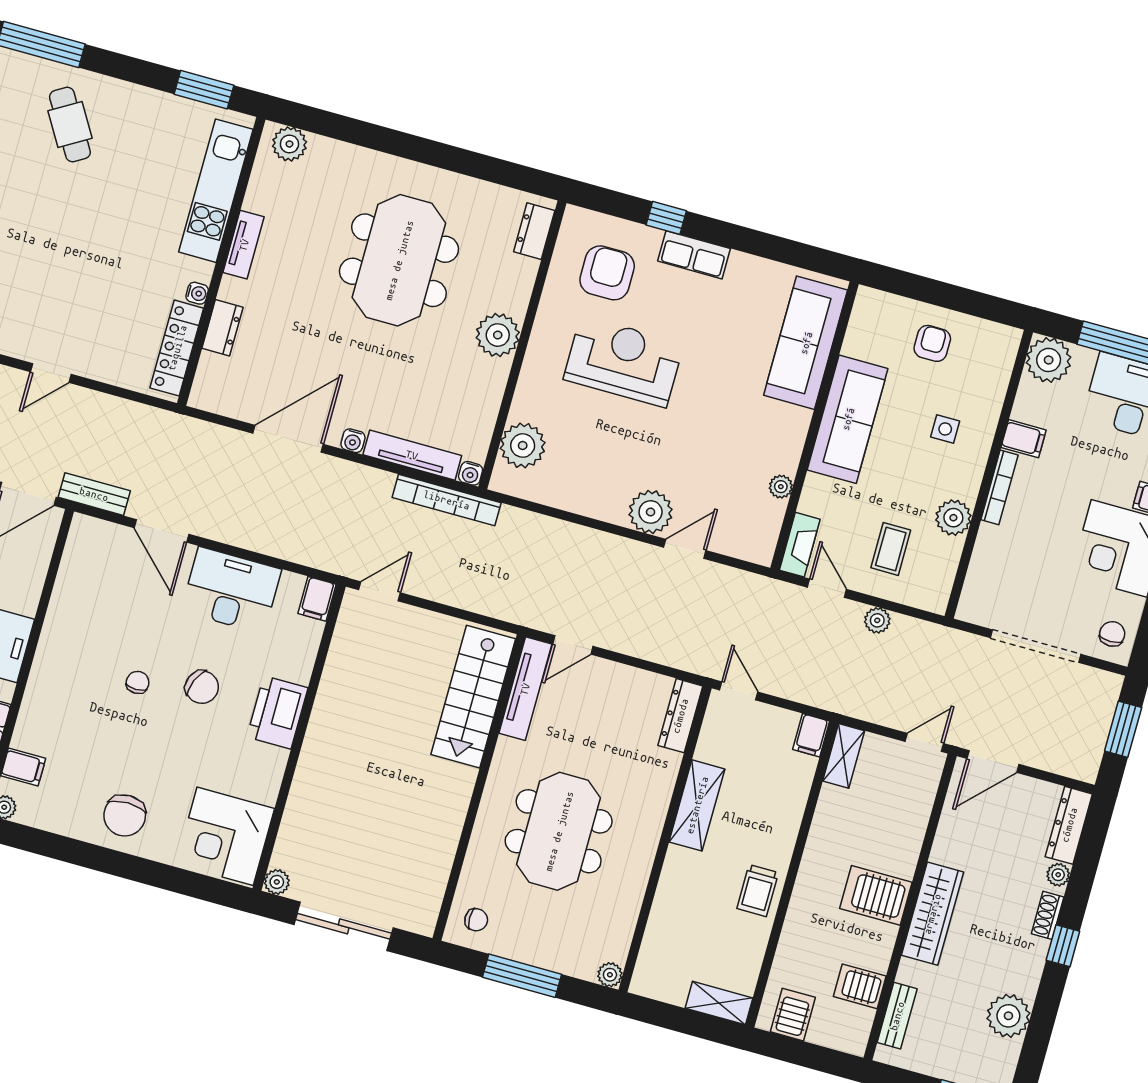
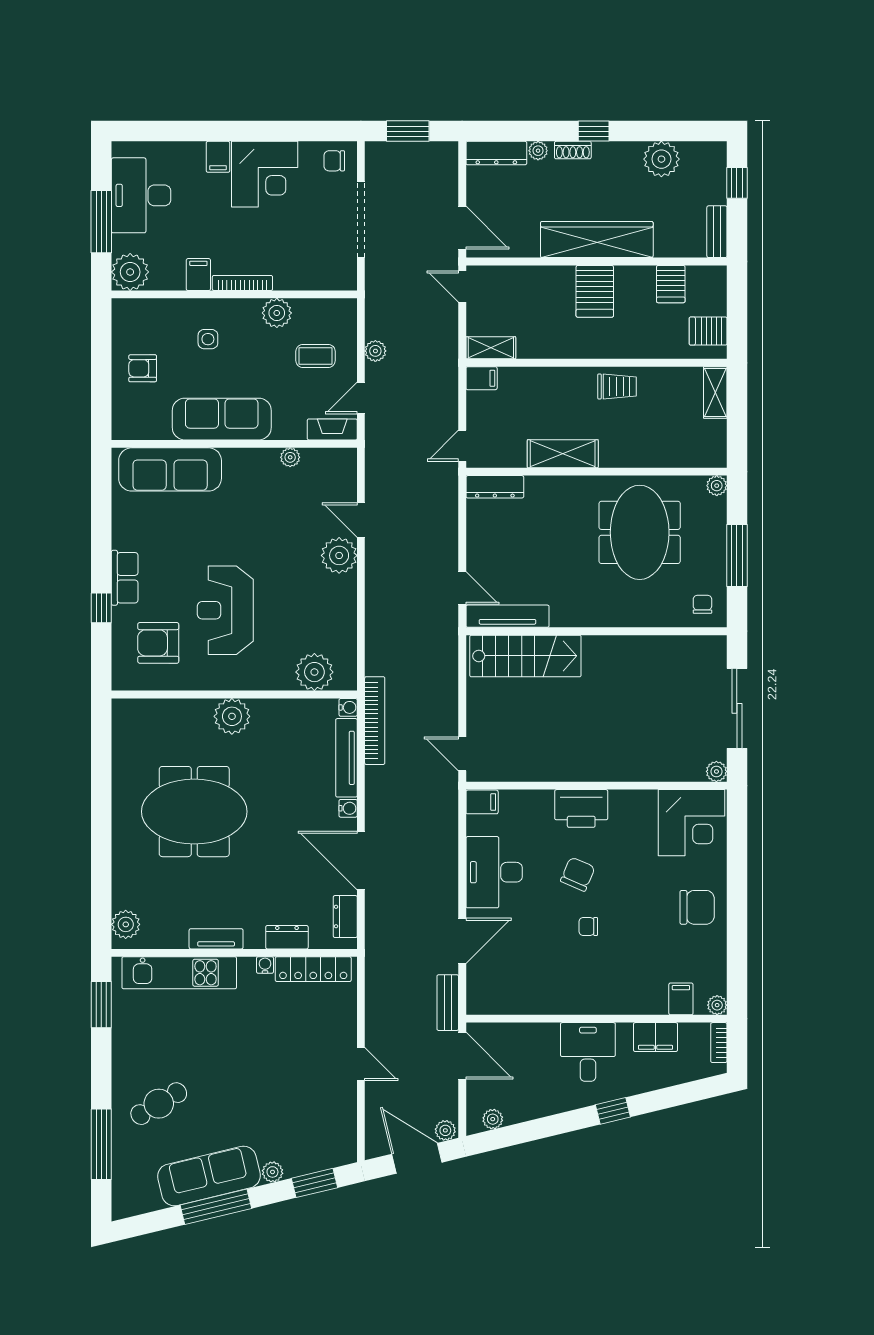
dresser: (534, 231) -> (345, 917), moved, turned 90
meeting table: (559, 831) -> (640, 532), moved, turned 90
wardrobe: (932, 914) -> (597, 239), width x1.40, depth x1.17
bench: (897, 1016) -> (717, 232), moved, turned 90

